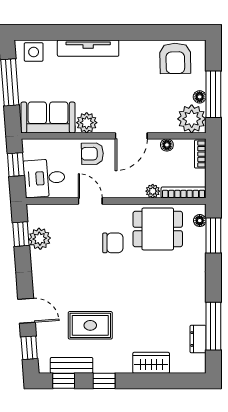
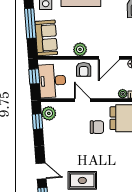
sofa: (48, 117) -> (46, 38), moved, turned 86
armchair: (92, 154) -> (84, 69), turned -89
desk: (44, 178) -> (52, 81), width x1.37
plant: (40, 239) -> (49, 113), moved

